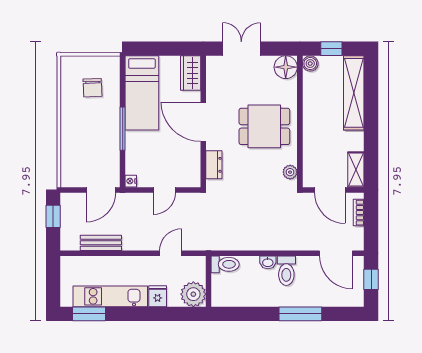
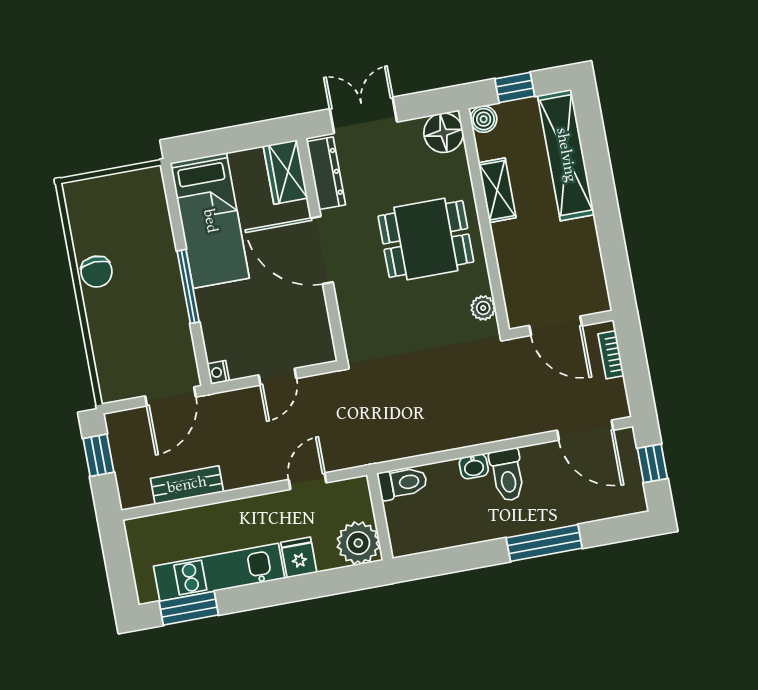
chair: (92, 88) -> (97, 272), moved
dresser: (214, 165) -> (326, 173), moved, width x1.44
shelving: (356, 170) -> (497, 190), moved

